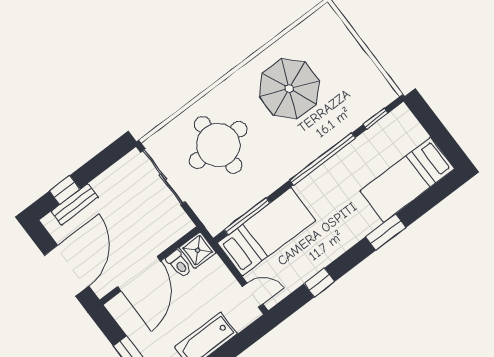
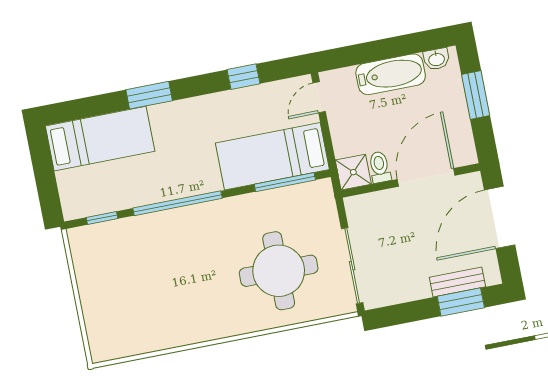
parasol: (289, 89) -> (176, 293), removed
window: (65, 190) -> (461, 302), width x1.50
door: (253, 295) -> (319, 97), hinge flipped

